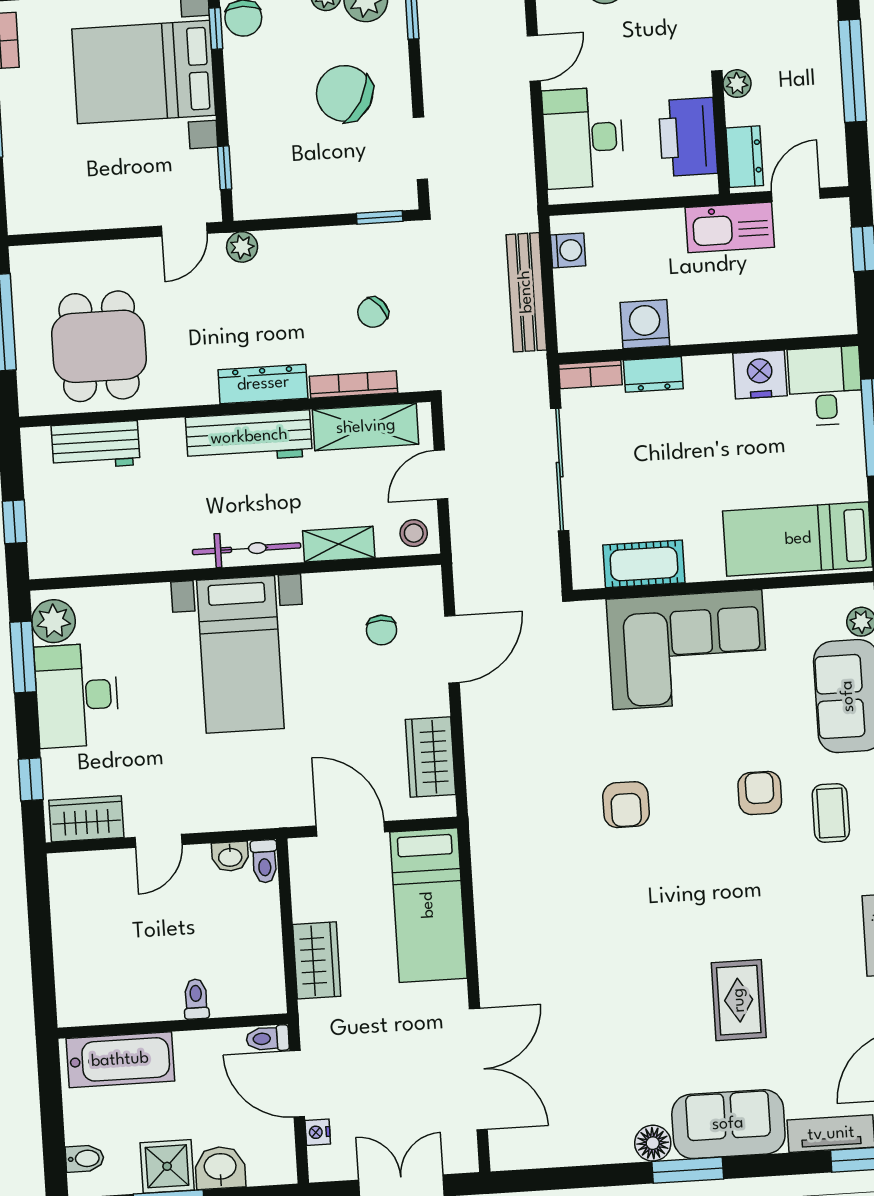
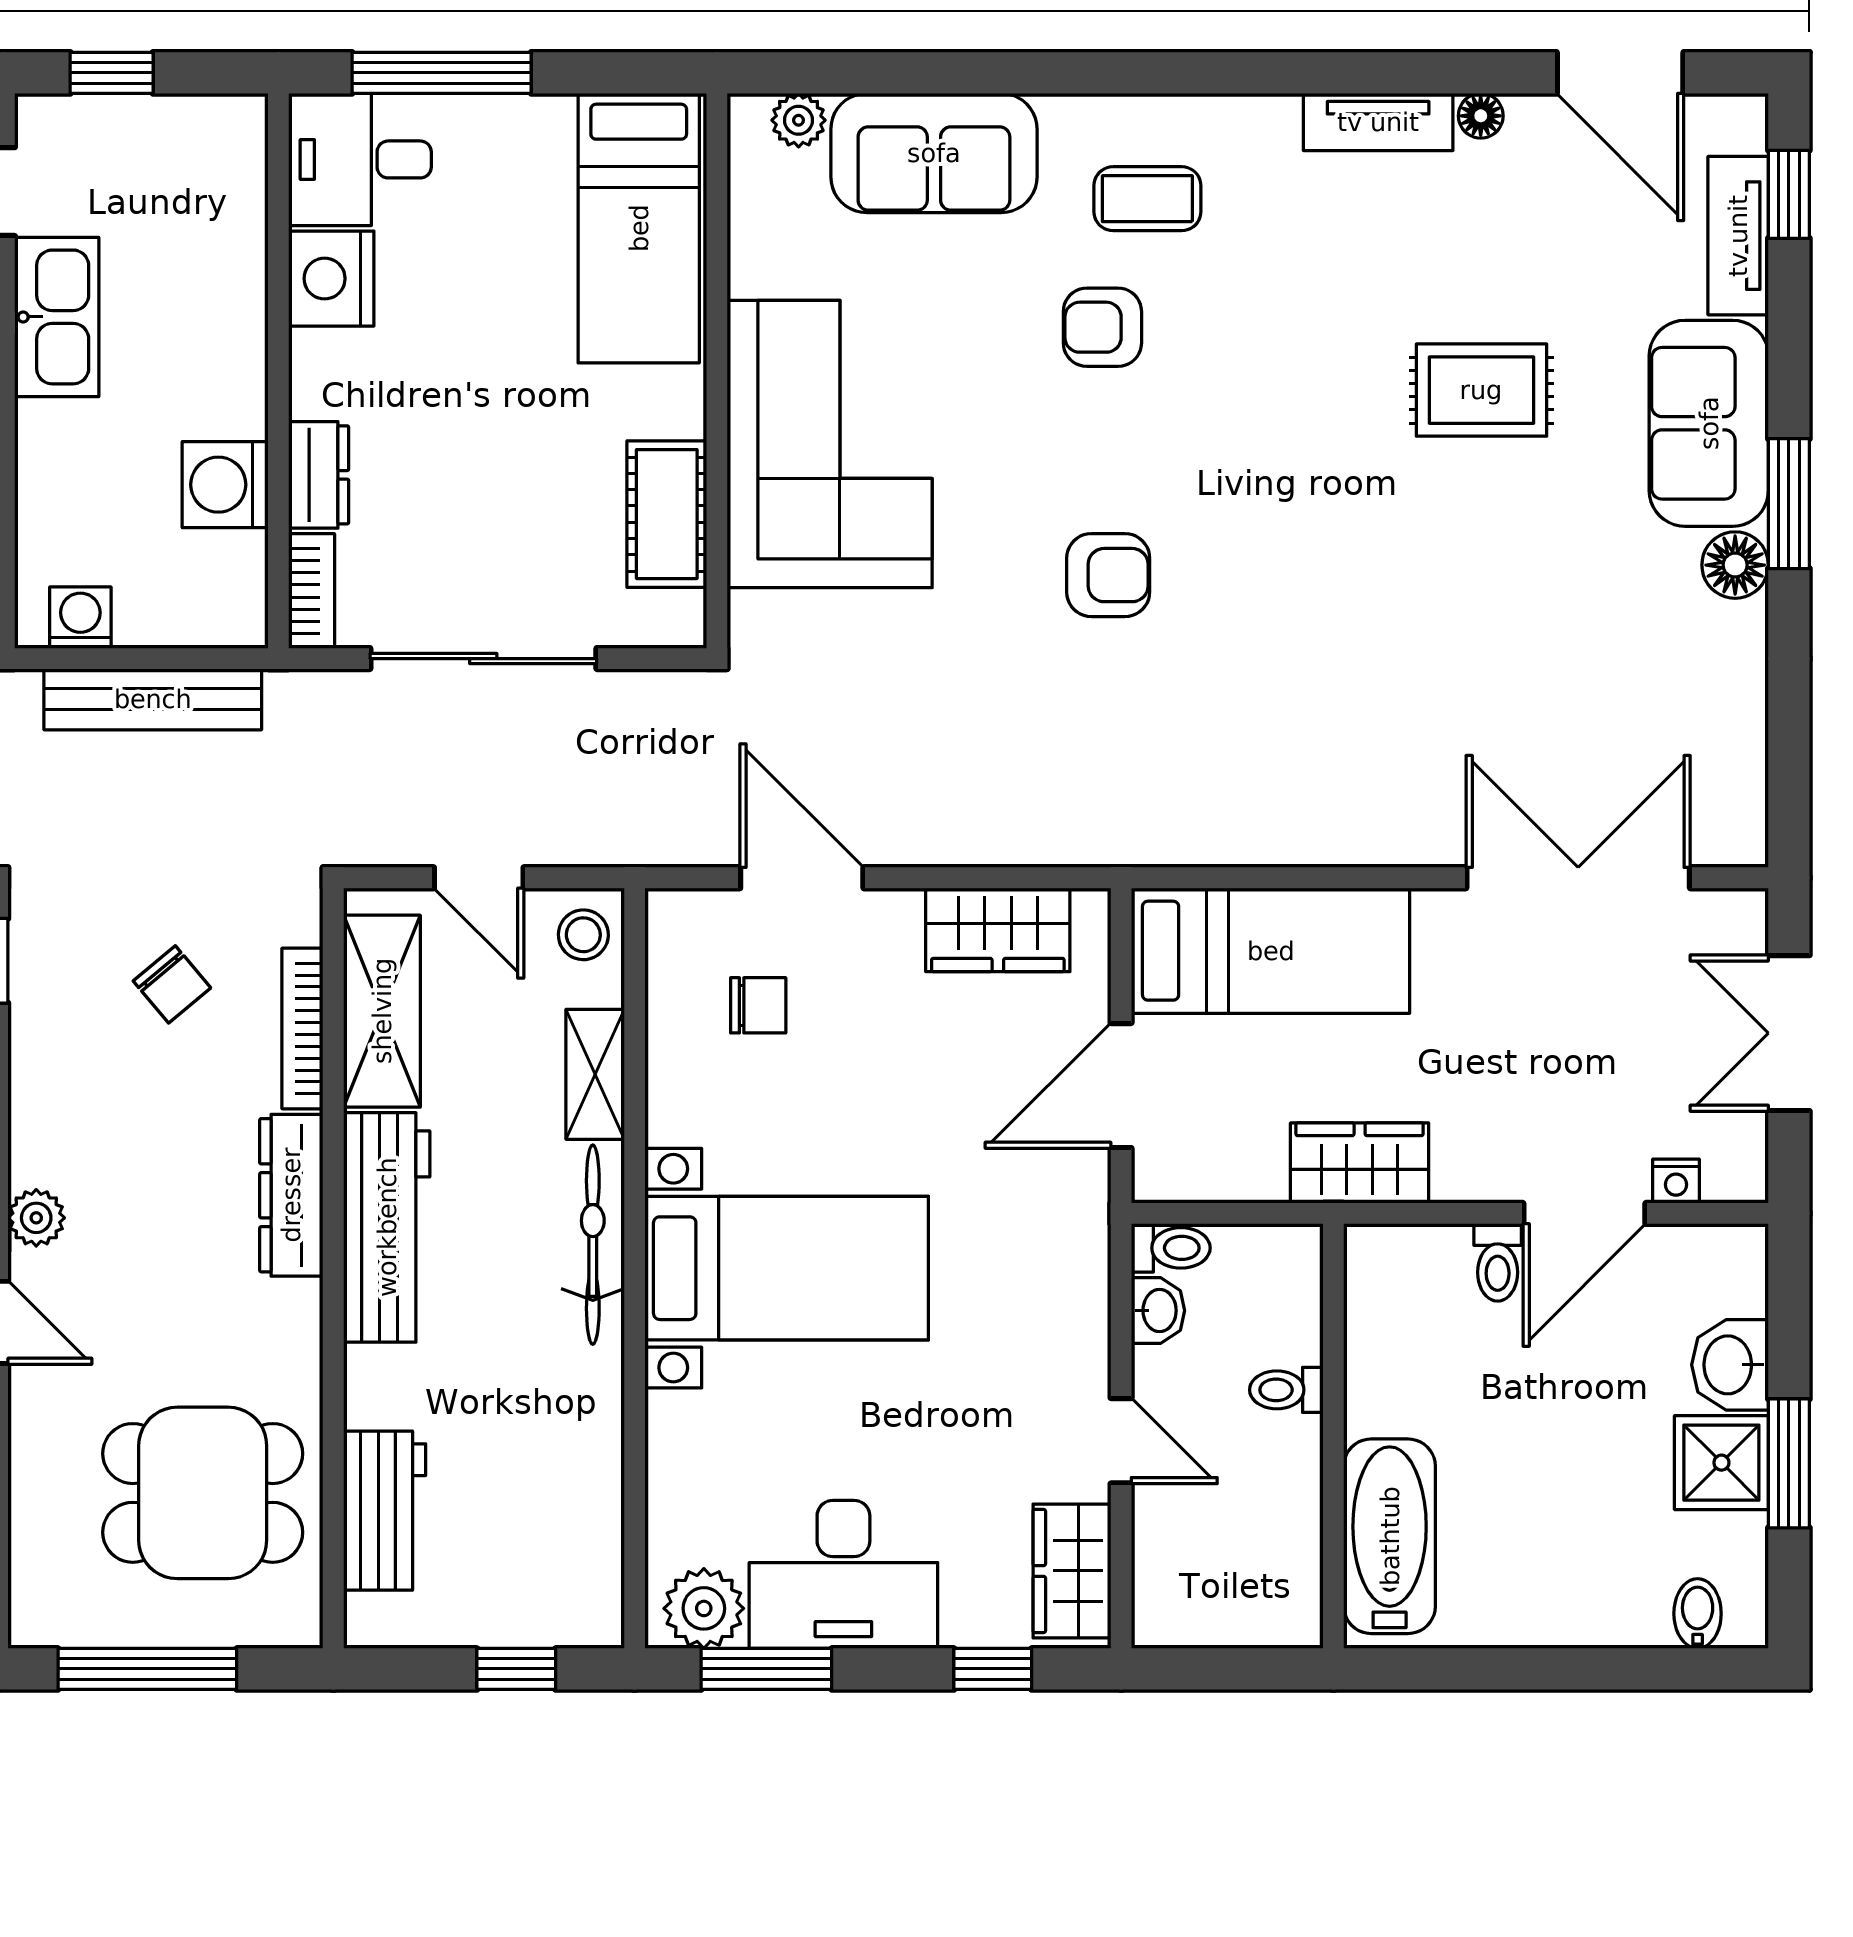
toilet: (196, 999) -> (1286, 1390), moved
wall: (173, 1026) -> (1333, 1436), moved
bathtub: (120, 1060) -> (1390, 1536), moved

